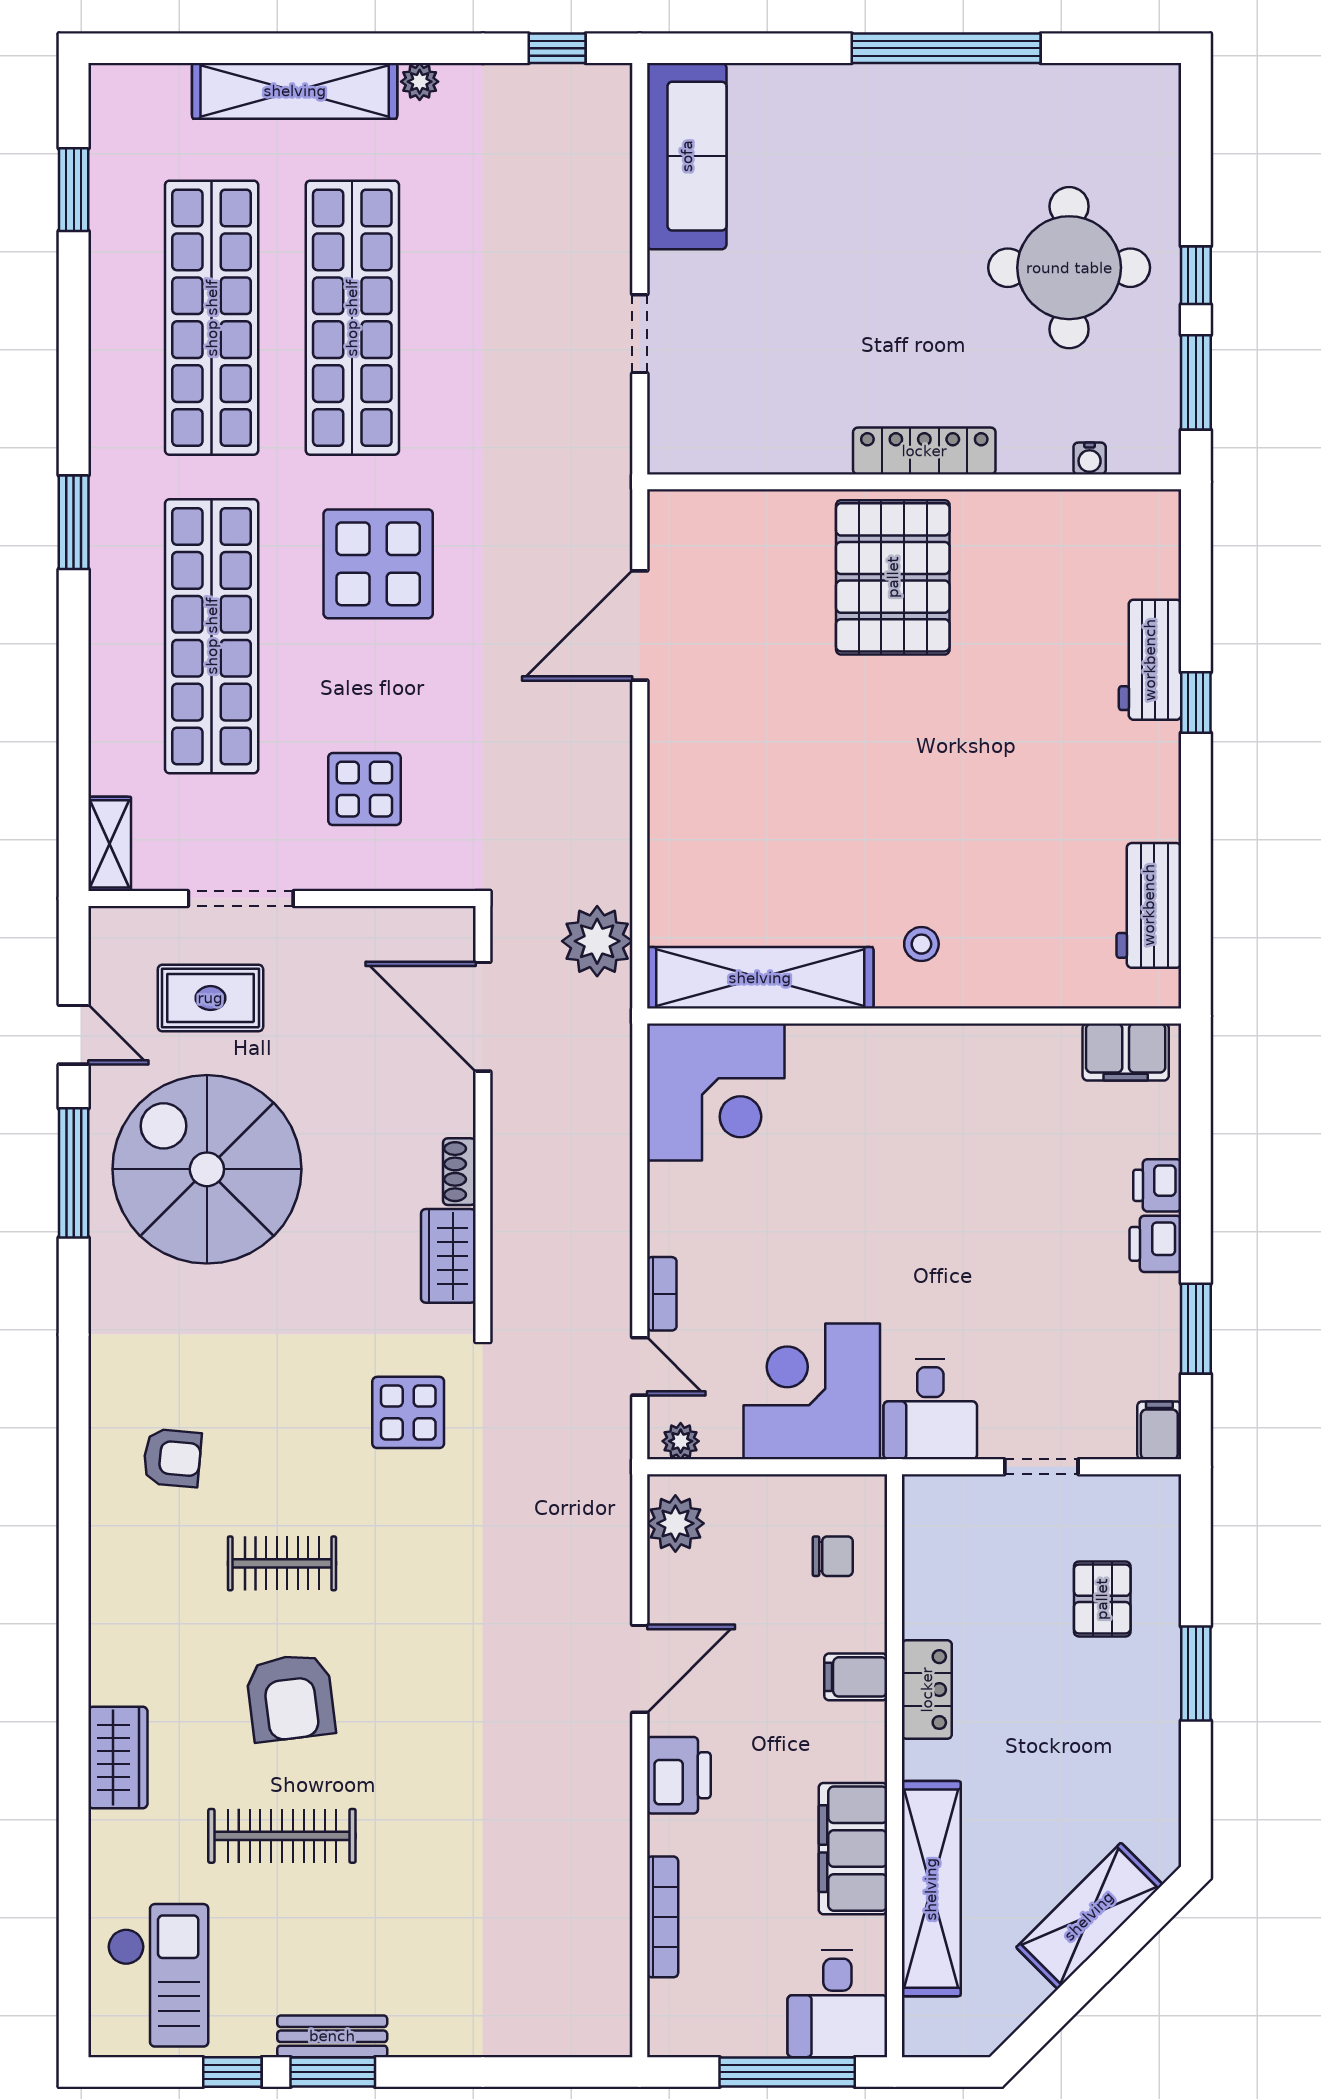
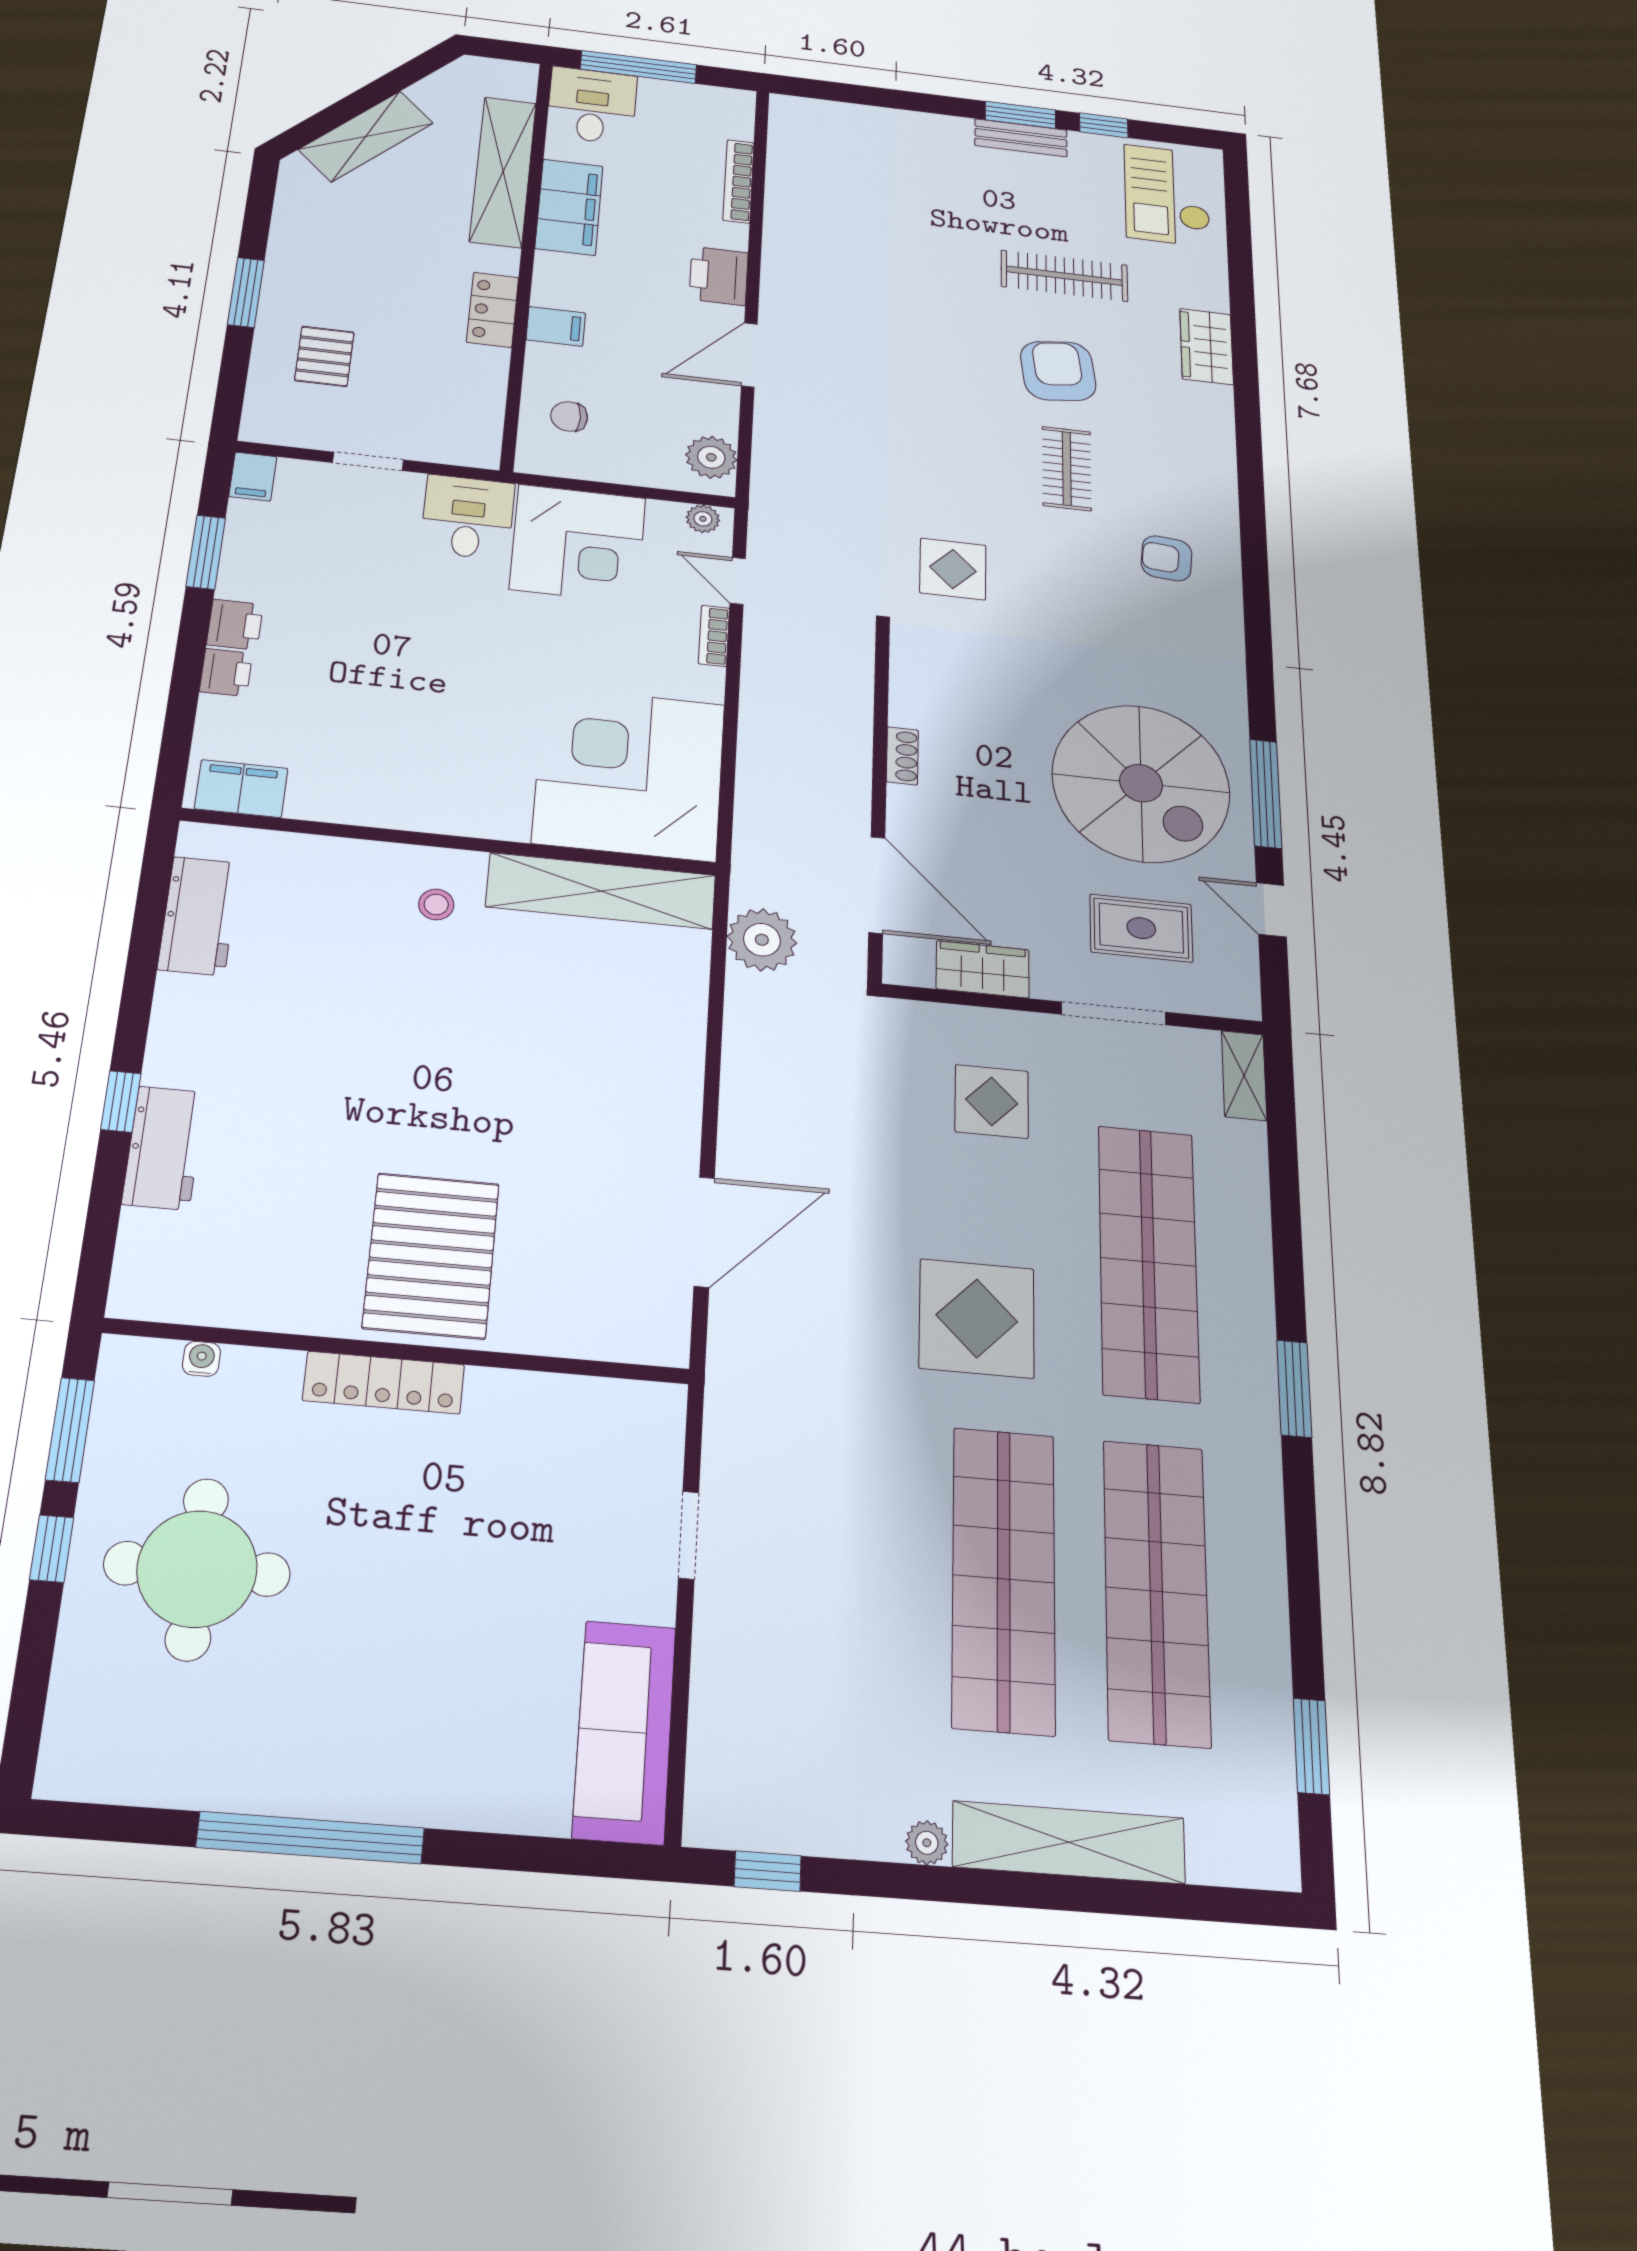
corner desk: (716, 1092) -> (629, 773), width x1.36, depth x1.36
wardrobe: (448, 1256) -> (983, 969), moved, turned -90
clothes rail: (282, 1563) -> (1067, 469), turned 90

